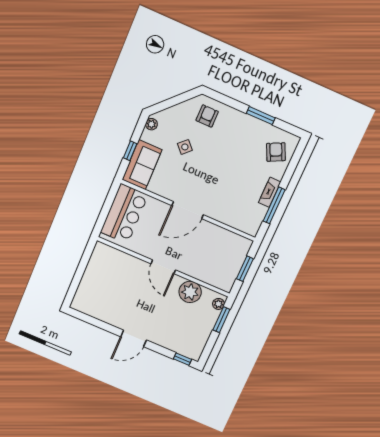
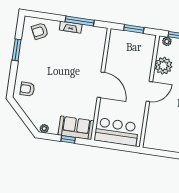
side table: (185, 147) -> (54, 99), removed

